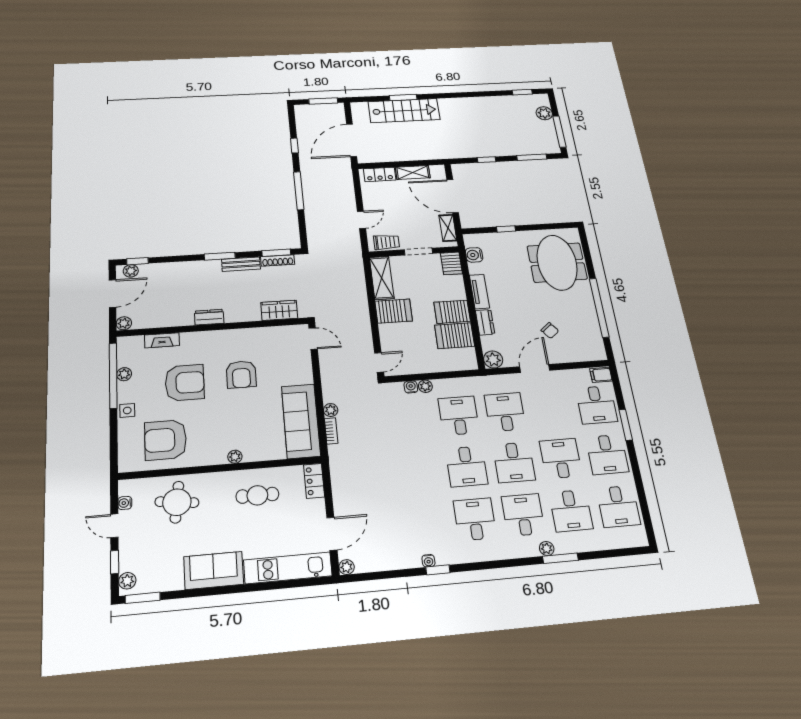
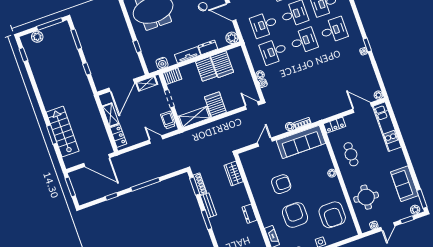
door: (313, 339) -> (265, 142), moved
desk: (475, 519) -> (334, 30), turned 180
sofa: (214, 570) -> (404, 184), moved

